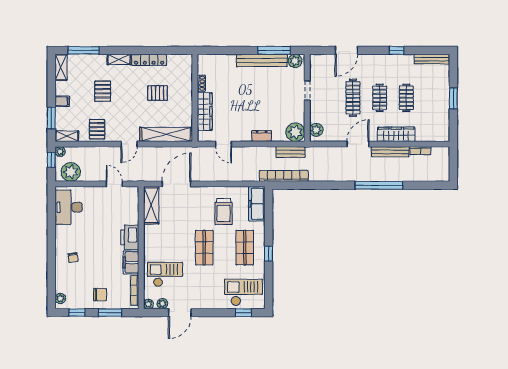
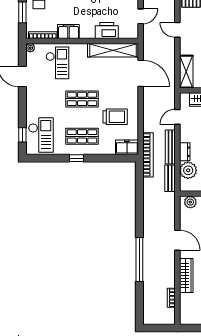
plant: (295, 132) -> (188, 170), moved
shelving: (166, 134) -> (186, 72), width x0.68
bench: (390, 152) -> (170, 147), moved
bookcase: (284, 176) -> (148, 155), moved
freezer: (257, 204) -> (127, 147), width x0.71
shelving: (151, 205) -> (113, 50), width x1.47
trolley: (224, 212) -> (115, 117), turned 180
printer: (130, 237) -> (107, 30), moved
plant: (162, 304) -> (31, 61), removed

